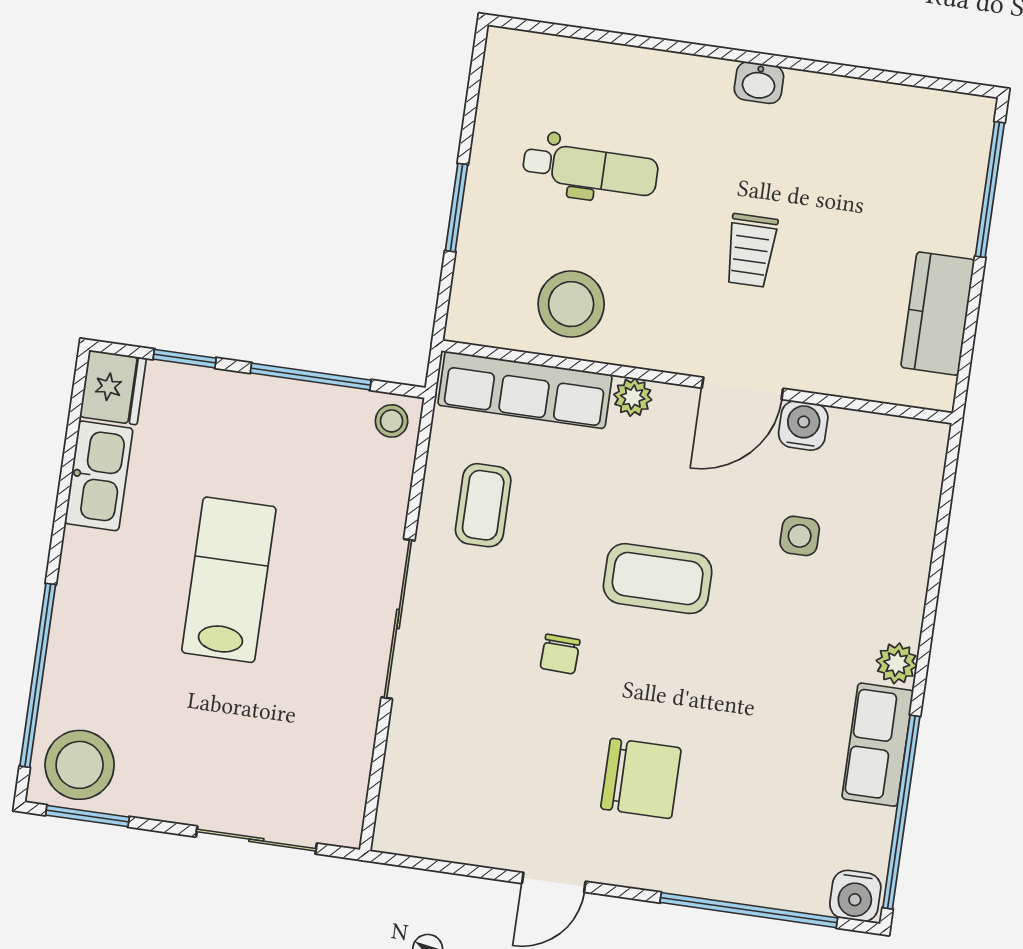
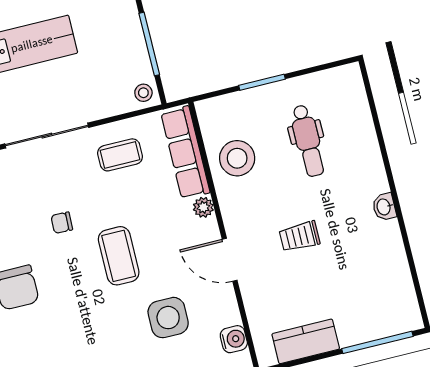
water cooler: (803, 426) -> (234, 339), moved
side table: (800, 536) -> (168, 318), width x1.87, depth x1.87

